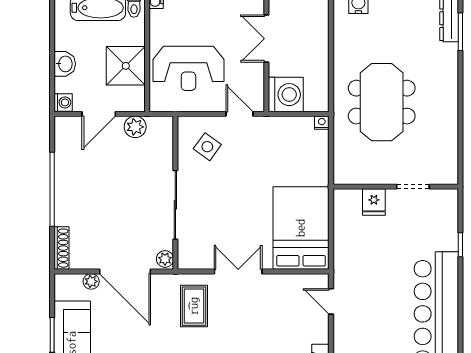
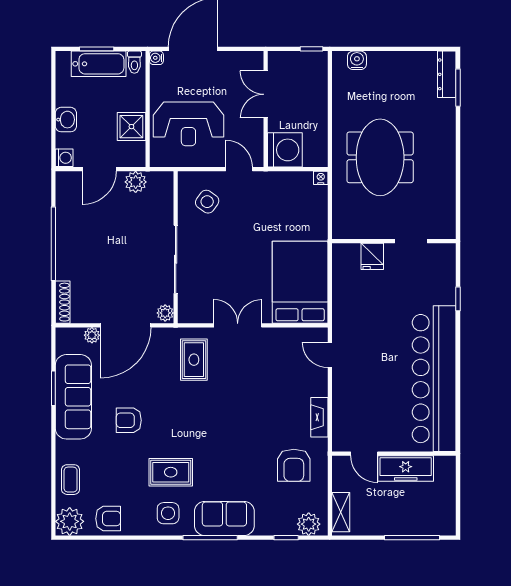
shower: (126, 66) -> (131, 127), width x0.73, depth x0.73
door: (125, 271) -> (126, 325), hinge flipped

